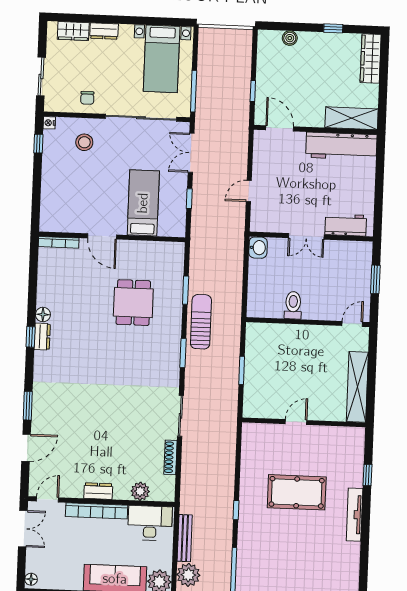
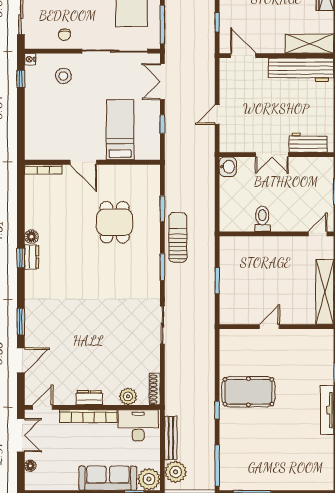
shoe rack: (171, 457) -> (155, 389), moved
pool table: (297, 492) -> (248, 392), moved
floor lamp: (31, 579) -> (30, 466), moved

